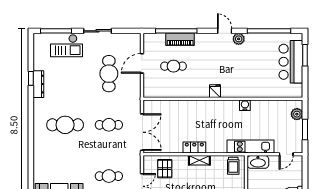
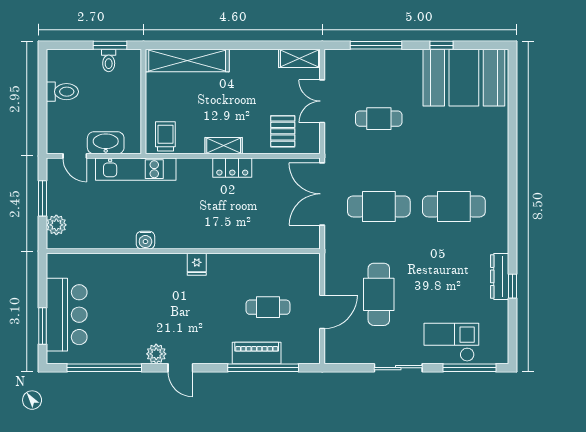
cafe table: (109, 125) -> (379, 206), width x1.37, depth x1.35
door: (286, 154) -> (75, 156), swing flipped
washbasin: (258, 162) -> (106, 143), moved

